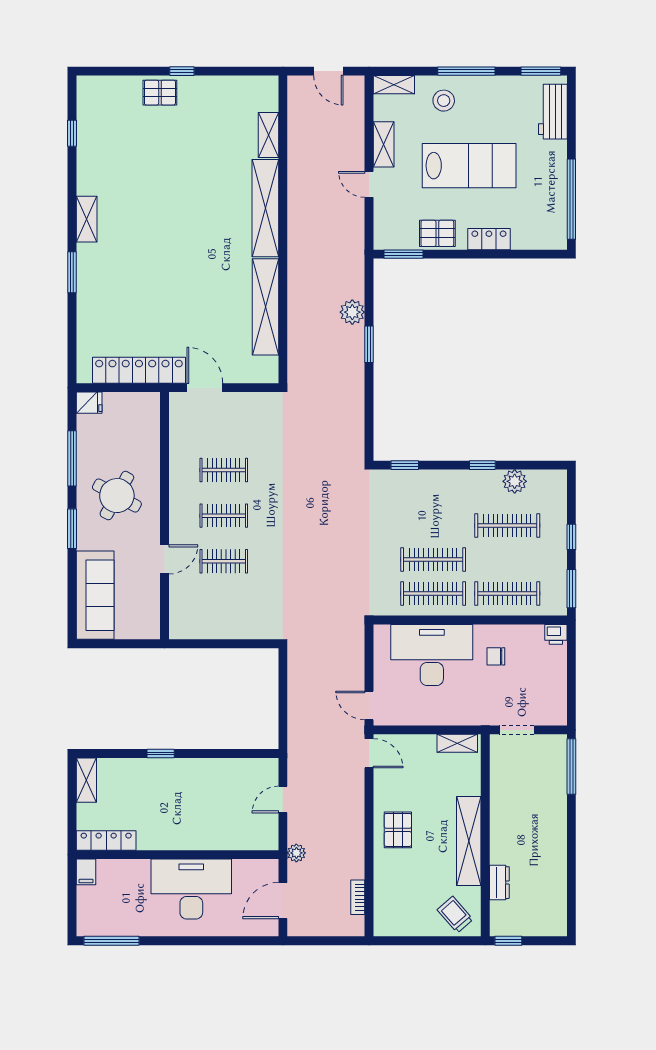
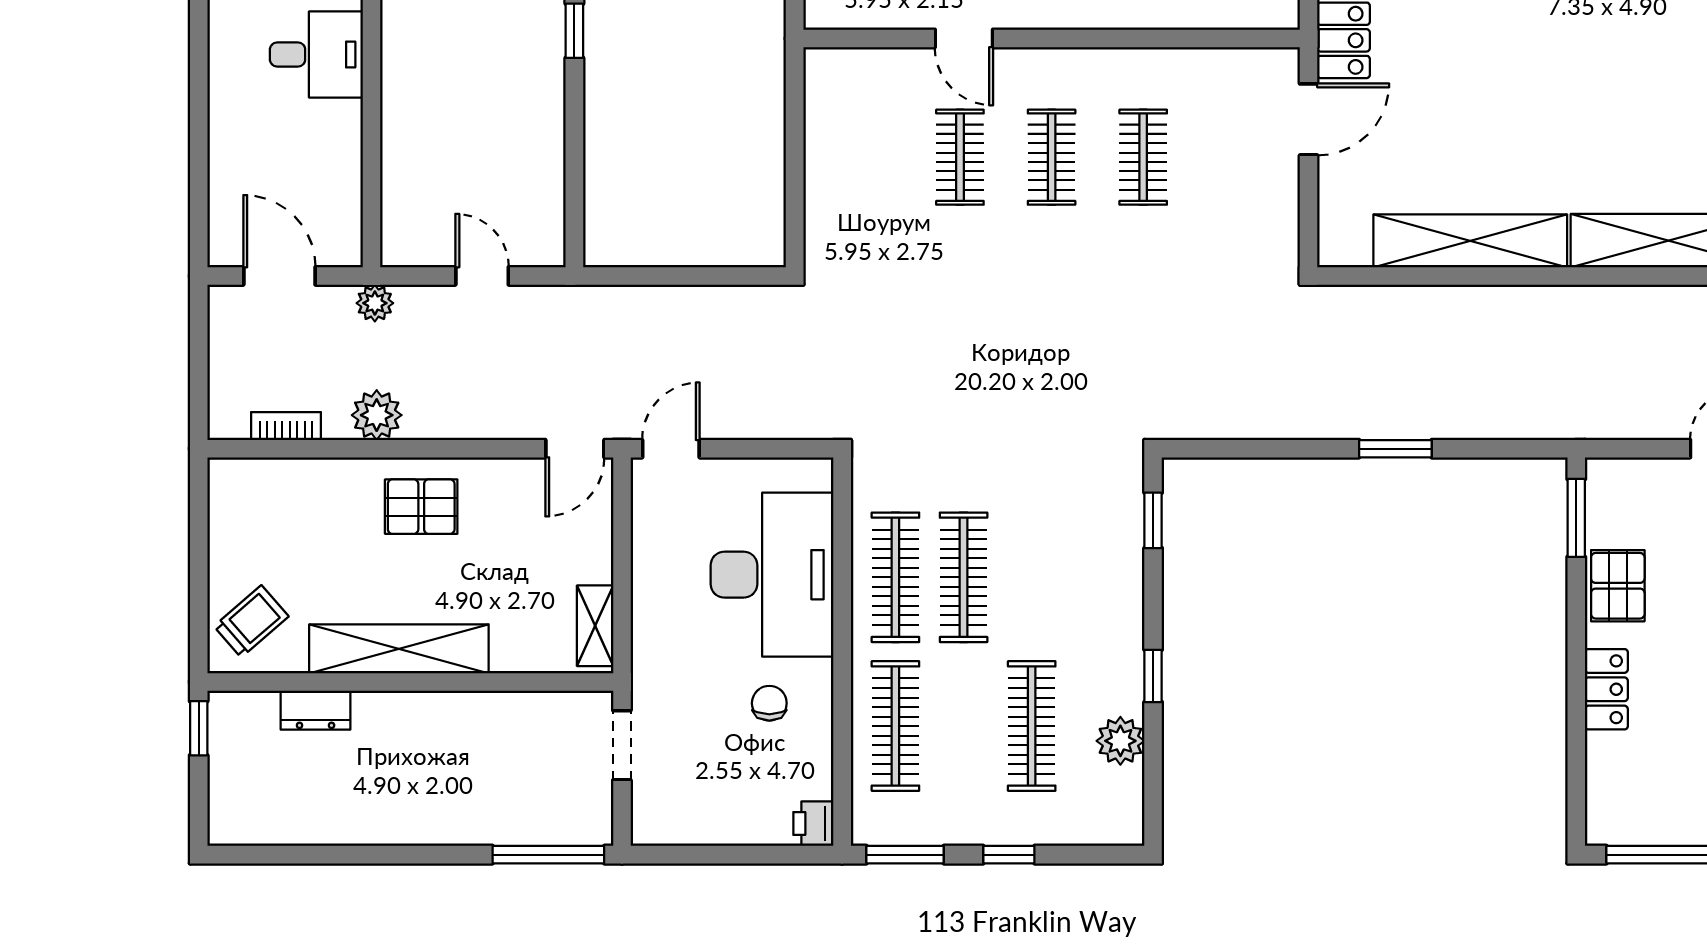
plant: (352, 312) -> (377, 415), moved
desk: (191, 889) -> (316, 55), width x0.53, depth x0.77

